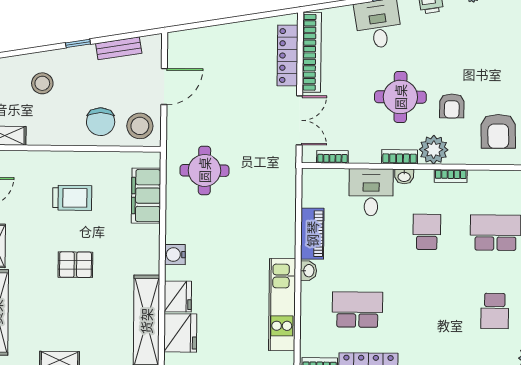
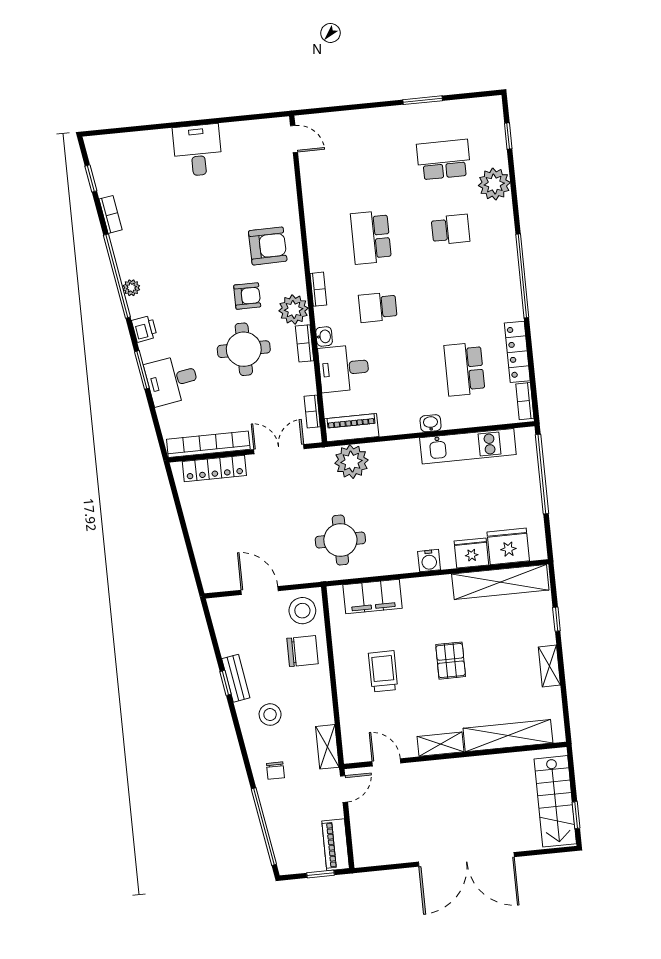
bench: (119, 48) -> (236, 678), moved
plant: (280, 190) -> (351, 462), added
piano: (312, 234) -> (352, 428), moved

